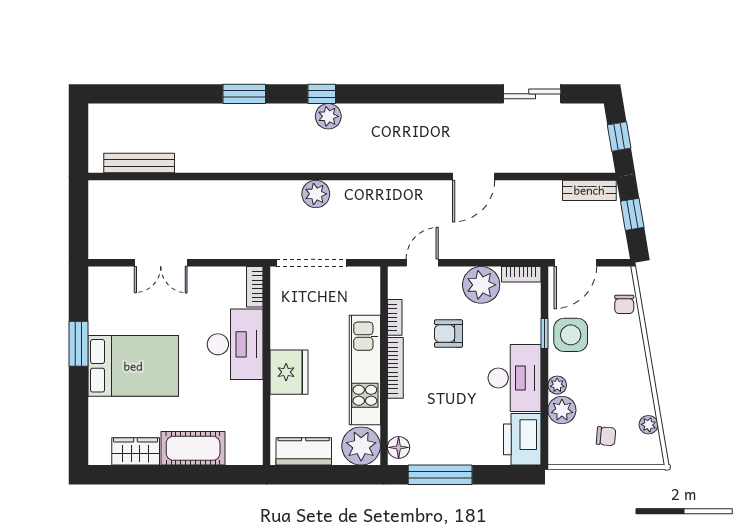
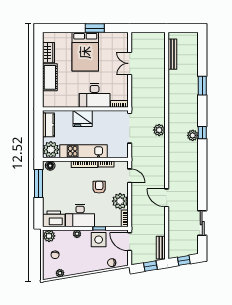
window: (244, 94) -> (202, 86), moved
plant: (562, 410) -> (49, 236), moved

